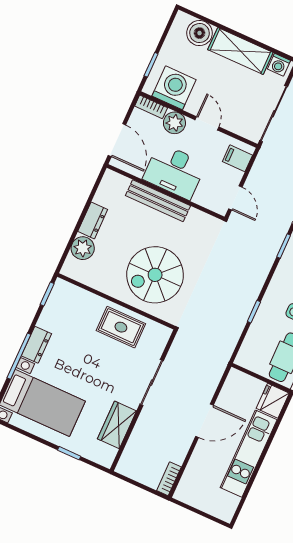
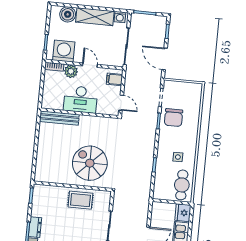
door: (117, 140) -> (41, 93), removed
bench: (158, 201) -> (59, 118), moved
dresser: (93, 220) -> (43, 144), removed
plant: (83, 248) -> (43, 162), removed
spiral stairs: (155, 275) -> (90, 163), turned 90

